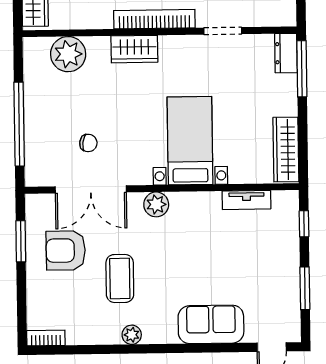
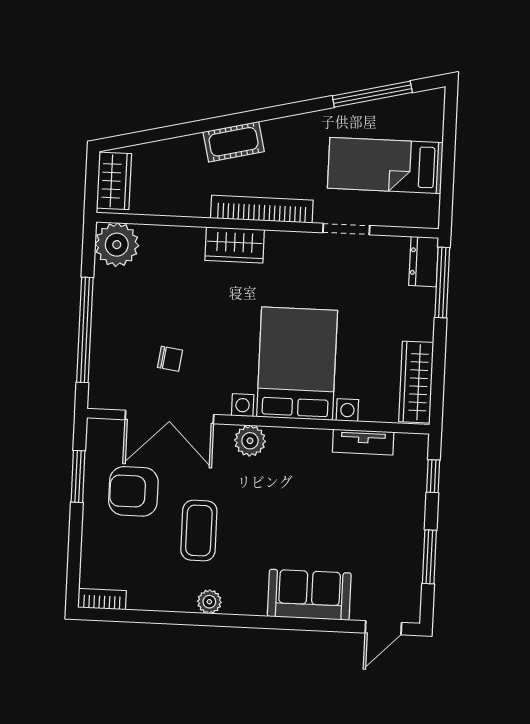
plant: (68, 54) -> (117, 245), moved
bed with nightstands: (190, 141) -> (297, 364), width x1.36

